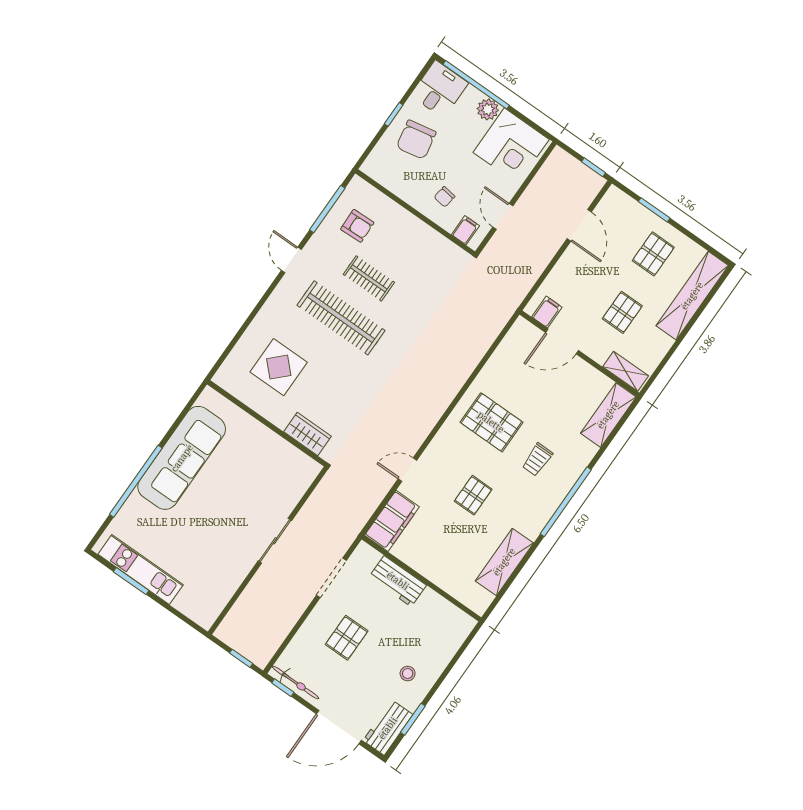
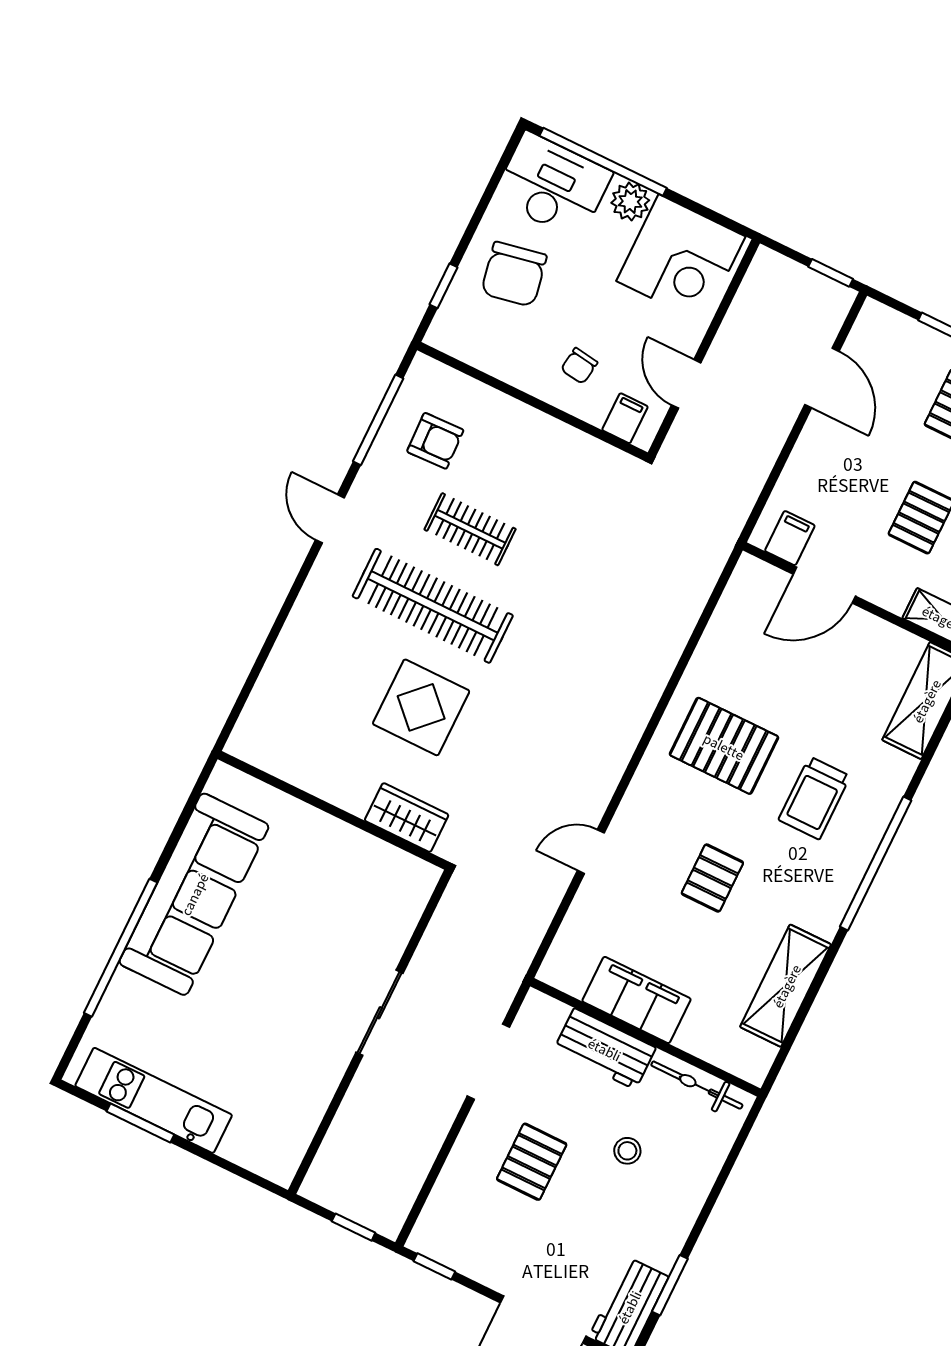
desk: (440, 89) -> (553, 186), width x1.37
window: (394, 114) -> (443, 286), moved
display table: (279, 367) -> (421, 707), moved
trolley: (537, 460) -> (814, 798), width x1.36, depth x1.39
filing cabinet: (392, 521) -> (637, 1000), moved, turned -90
stool: (408, 674) -> (627, 1151), moved
bicycle: (296, 682) -> (697, 1085), moved, turned 180

